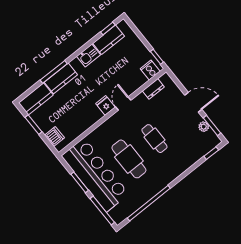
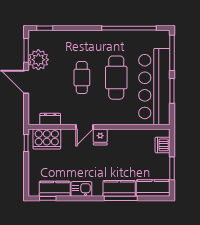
cooker: (150, 70) -> (47, 139), width x1.87, depth x1.31
plant: (204, 127) -> (38, 60), width x1.88, depth x1.88

